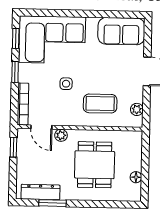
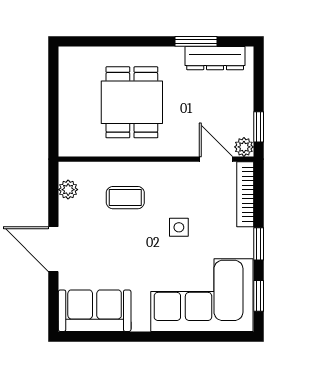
coffee table: (100, 104) -> (125, 198), width x0.73, depth x0.77
plant: (61, 135) -> (244, 147), moved
floor lamp: (136, 177) -> (67, 84), removed

